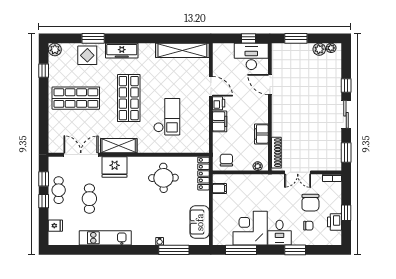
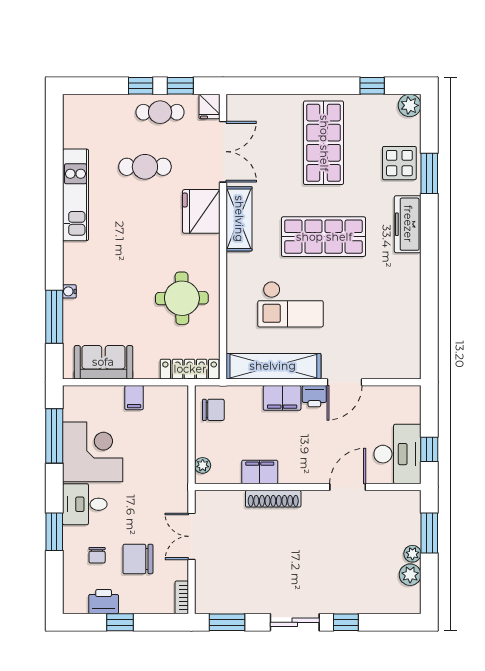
plant: (331, 48) -> (412, 554), moved
shelving: (182, 50) -> (273, 366), moved, turned 90
shoe rack: (276, 153) -> (273, 499), moved
filing cabinet: (219, 189) -> (134, 398), moved
fridge: (55, 226) -> (209, 106), moved

